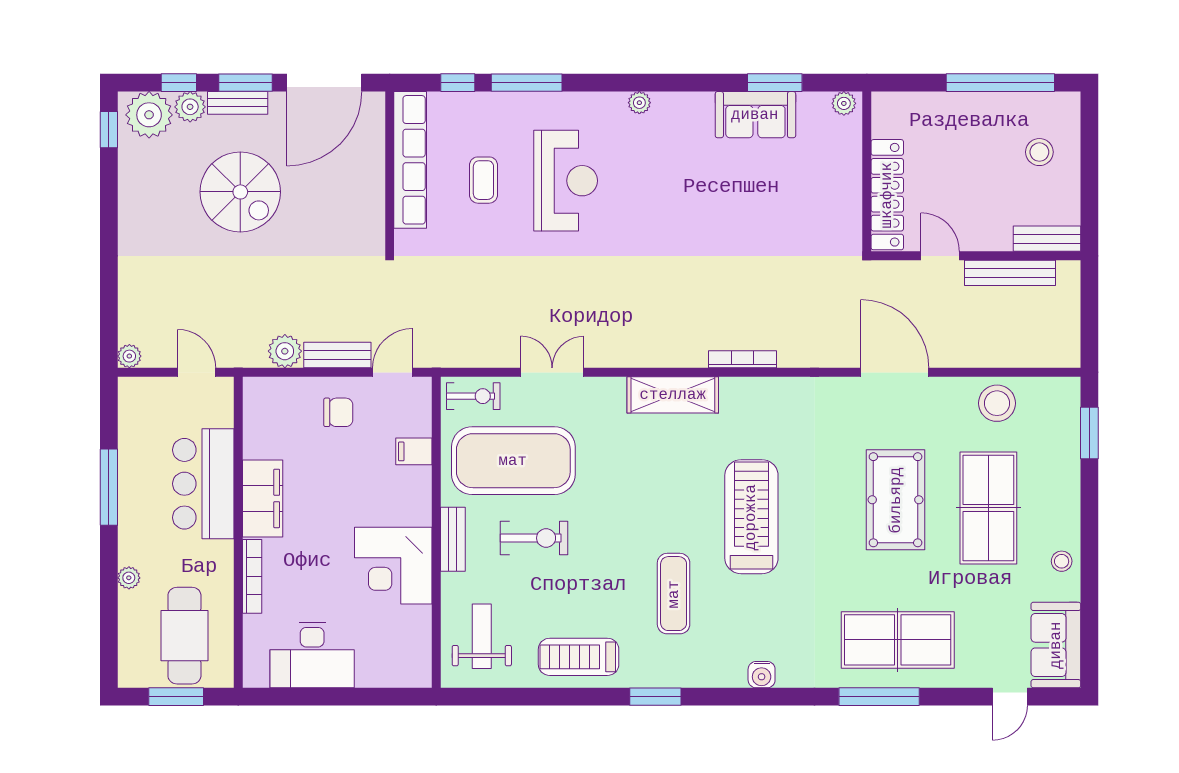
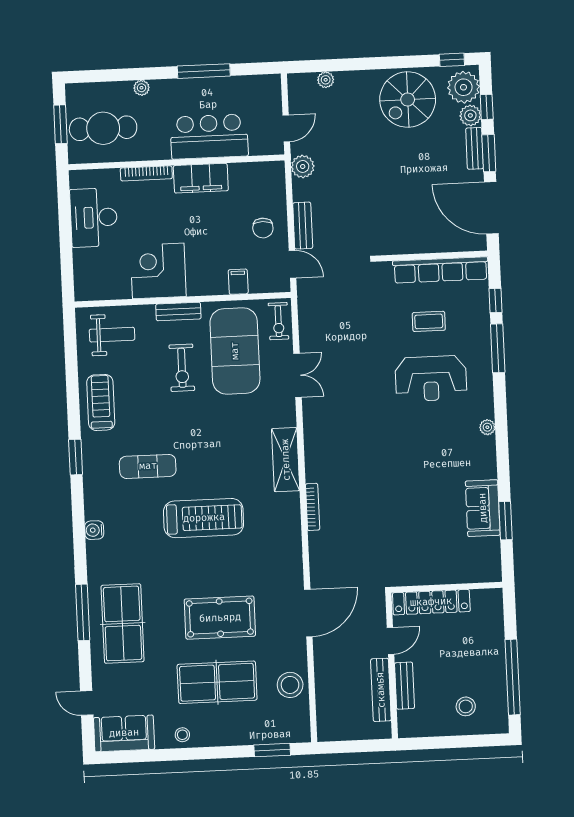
plant: (844, 103) -> (493, 569), removed
spiral stairs: (240, 192) -> (408, 100), moved
bench: (1047, 239) -> (405, 686), moved
plant: (285, 351) -> (303, 166), moved
plant: (129, 356) -> (326, 80), moved

